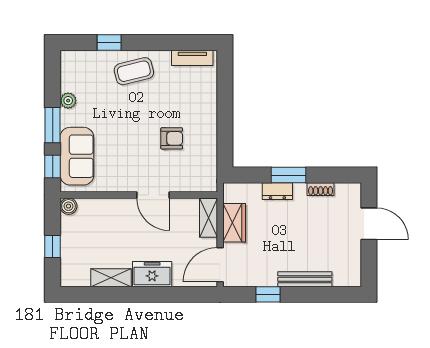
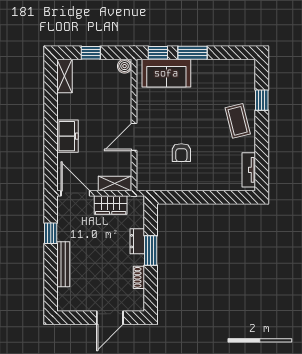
plant: (68, 101) -> (213, 66), removed
shelving: (111, 278) -> (65, 76), moved

